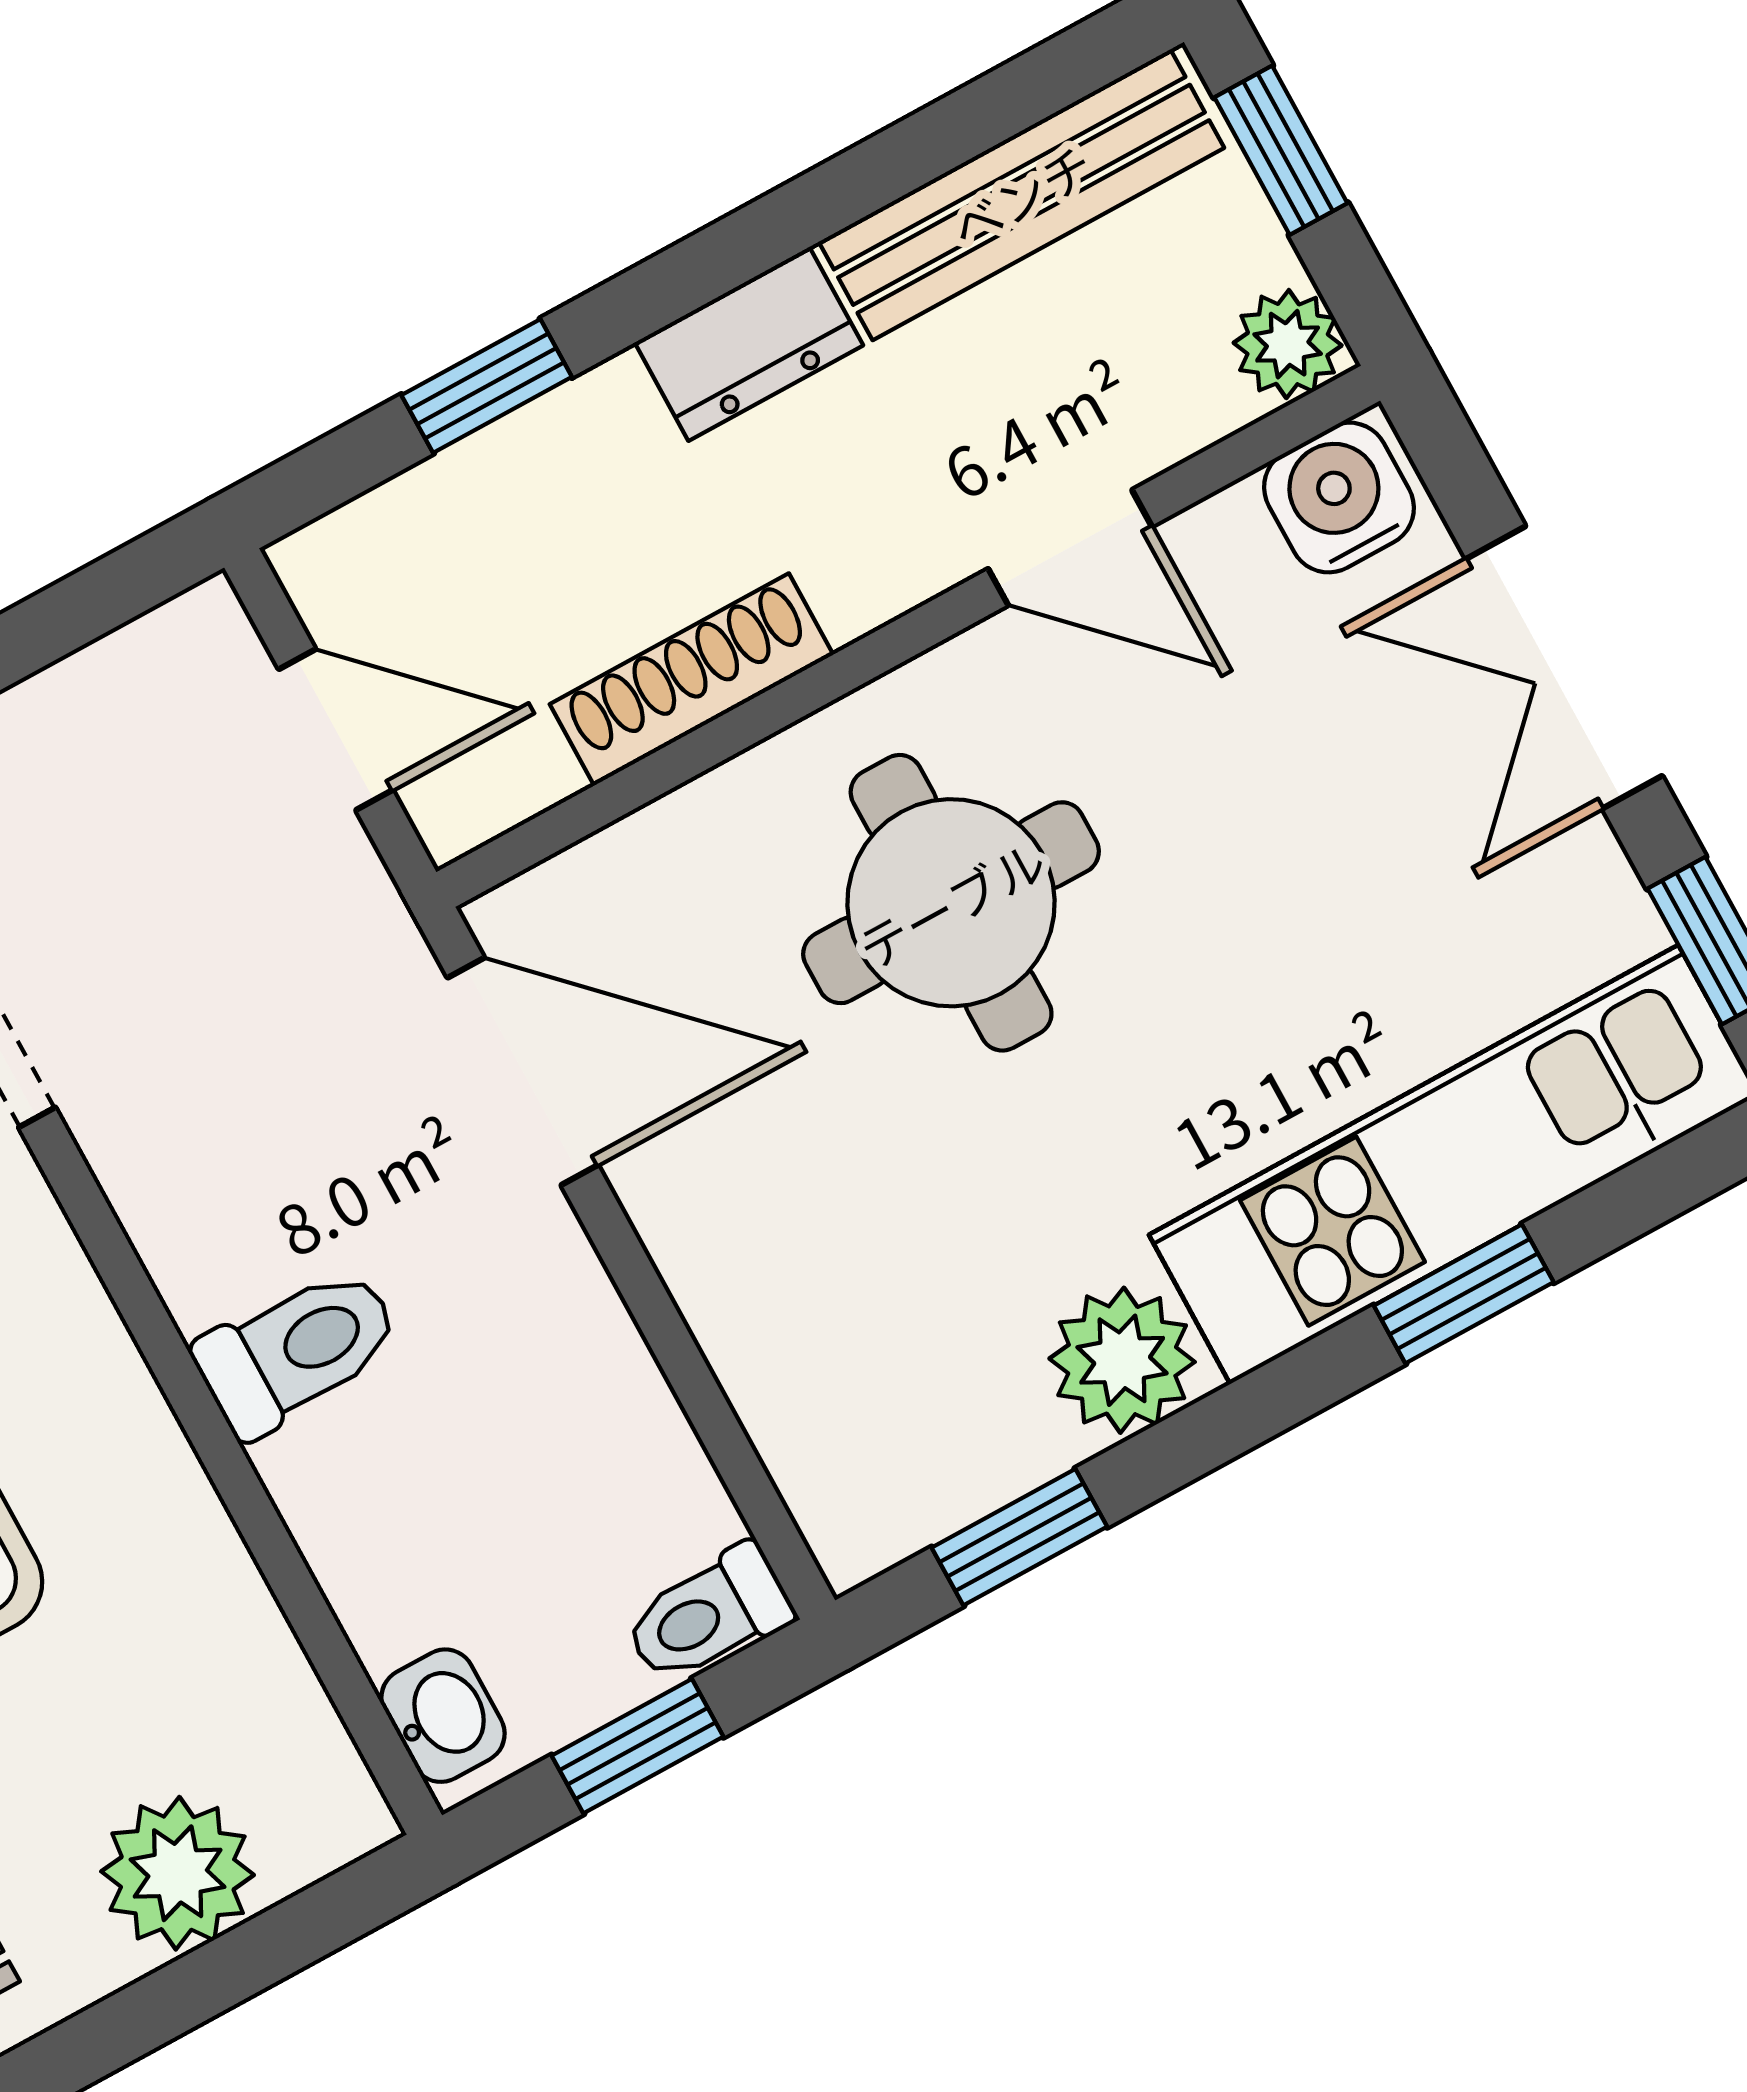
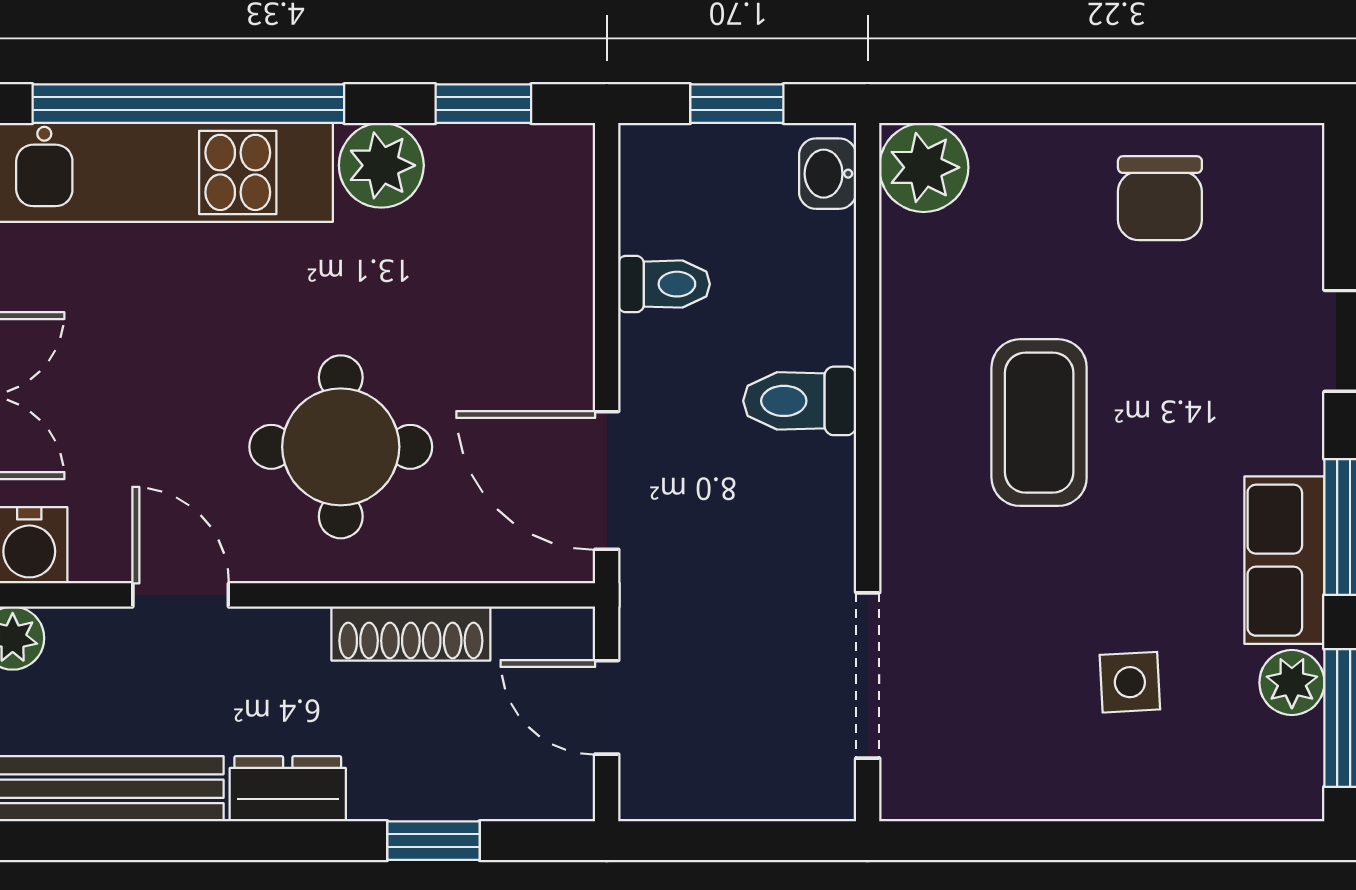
window: (1464, 1294) -> (188, 104), width x3.17
toilet: (708, 1615) -> (664, 284), moved
plant: (178, 1873) -> (924, 167), moved

